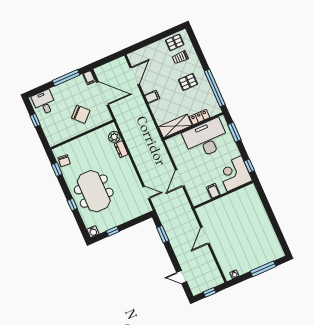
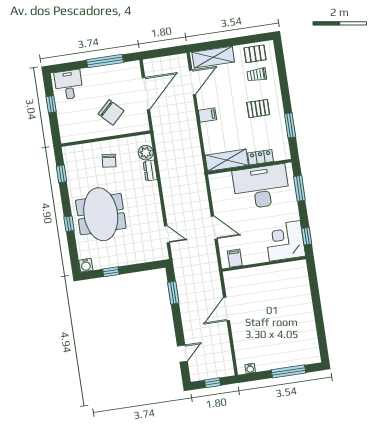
shelving: (145, 53) -> (213, 57), added
filing cabinet: (89, 77) -> (135, 69), removed
window: (215, 88) -> (290, 125), width x0.47
door: (103, 93) -> (146, 94), hinge flipped
chair: (64, 161) -> (109, 161), moved
door: (180, 178) -> (214, 227), swing flipped
filing cabinet: (213, 191) -> (235, 258), moved
door: (182, 277) -> (182, 354), swing flipped

